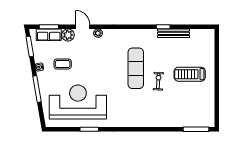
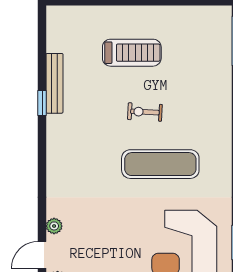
exercise mat: (136, 68) -> (160, 164), moved
treadmill: (190, 74) -> (132, 53), turned -90

